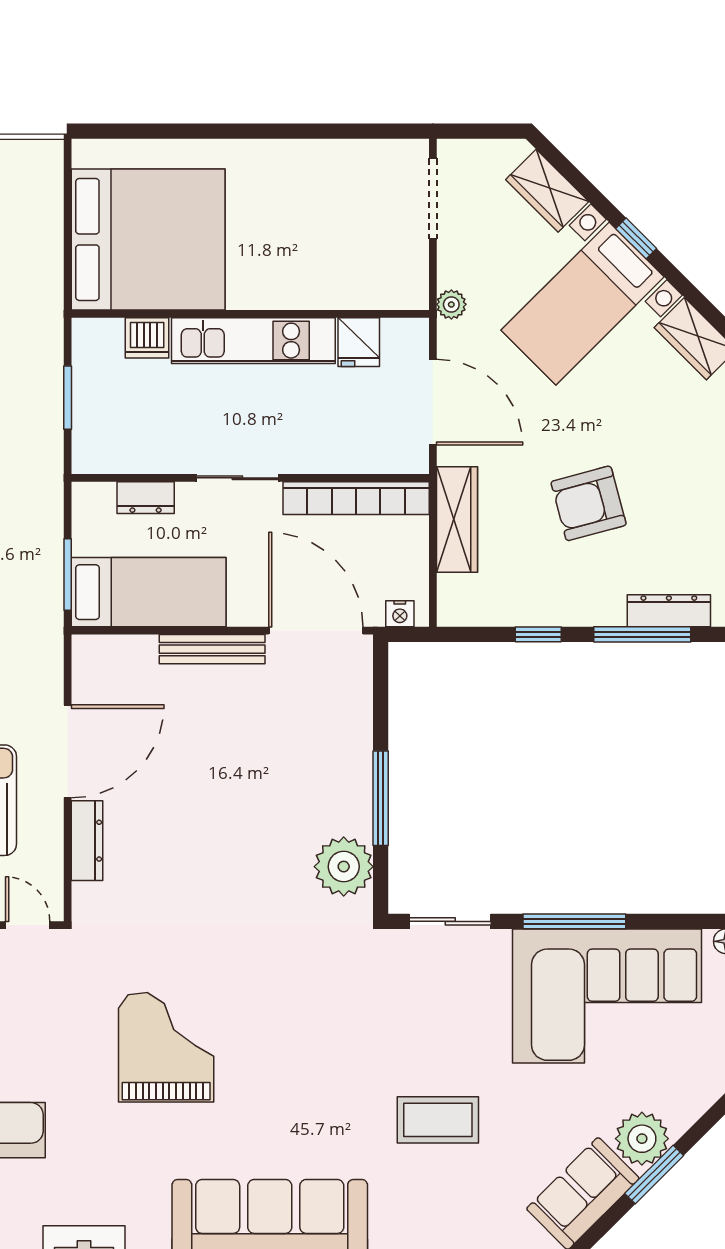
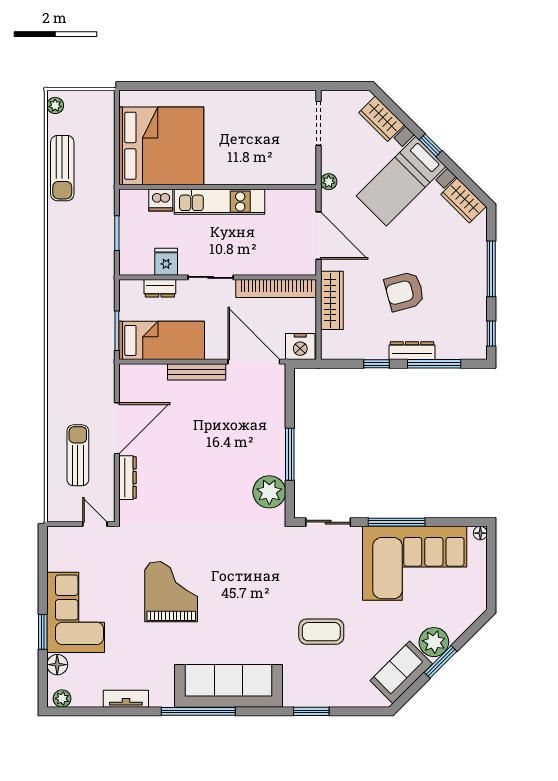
fridge: (359, 342) -> (166, 262), moved, turned 180
dresser: (669, 611) -> (412, 351), moved
nightstand: (400, 614) -> (300, 347), width x1.89, depth x1.79

